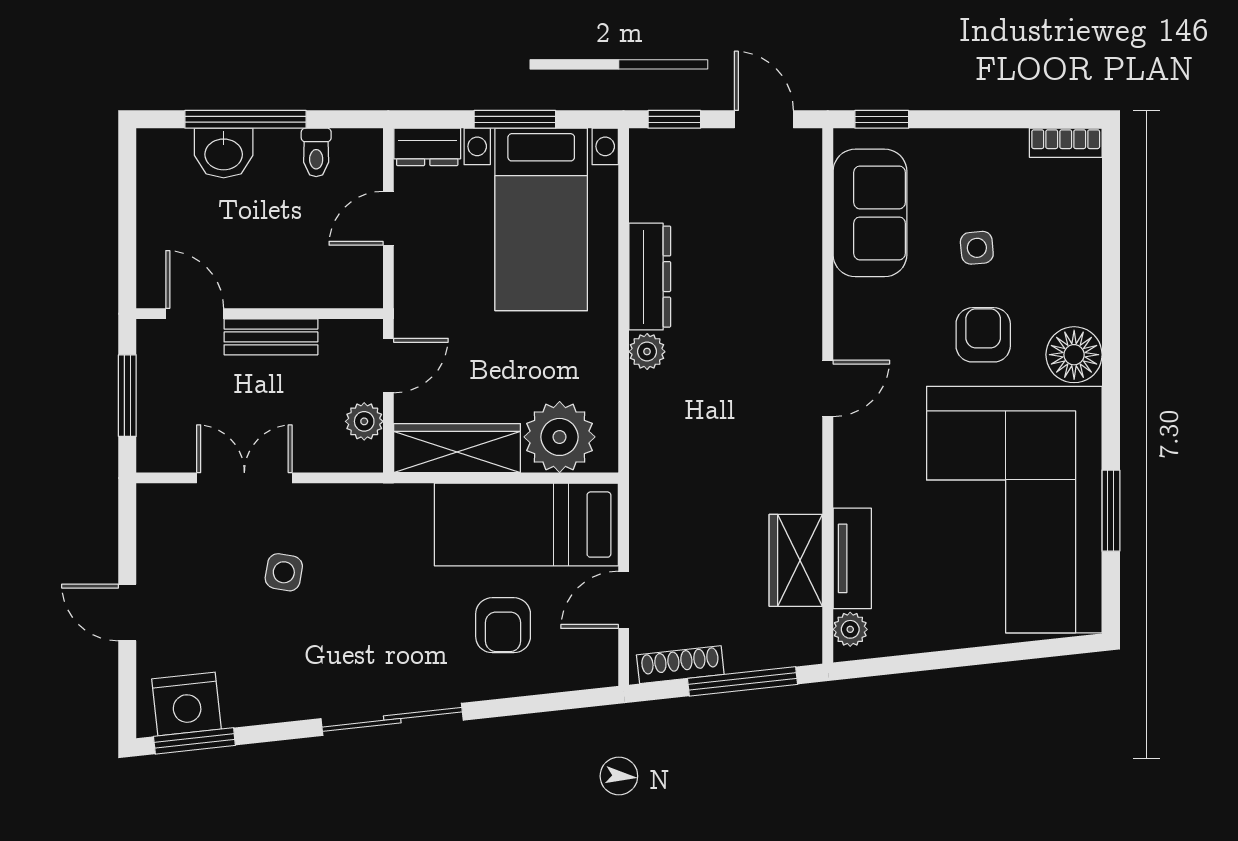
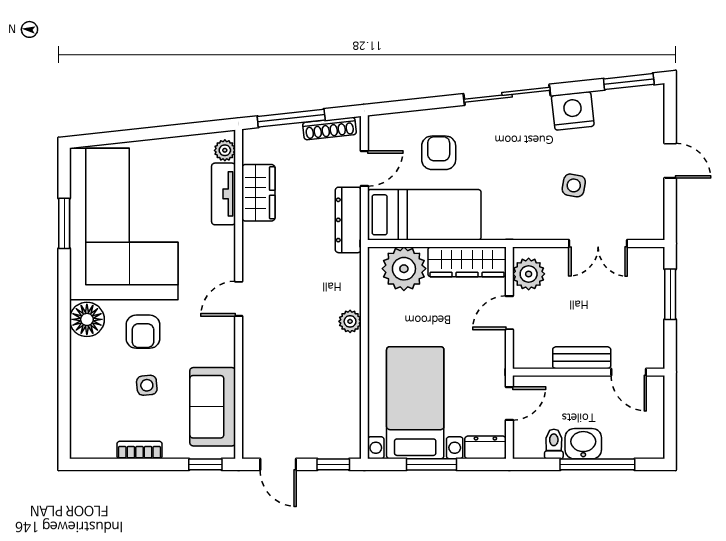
bookcase: (1066, 143) -> (139, 450), moved
washbasin: (224, 153) -> (583, 444), moved
dresser: (650, 277) -> (348, 220), moved
door: (195, 314) -> (629, 372), moved
wall: (260, 314) -> (589, 372), moved
bench: (271, 337) -> (582, 358), moved
plant: (364, 421) -> (529, 274), width x1.38, depth x1.38
nightstand: (187, 704) -> (573, 111), moved

